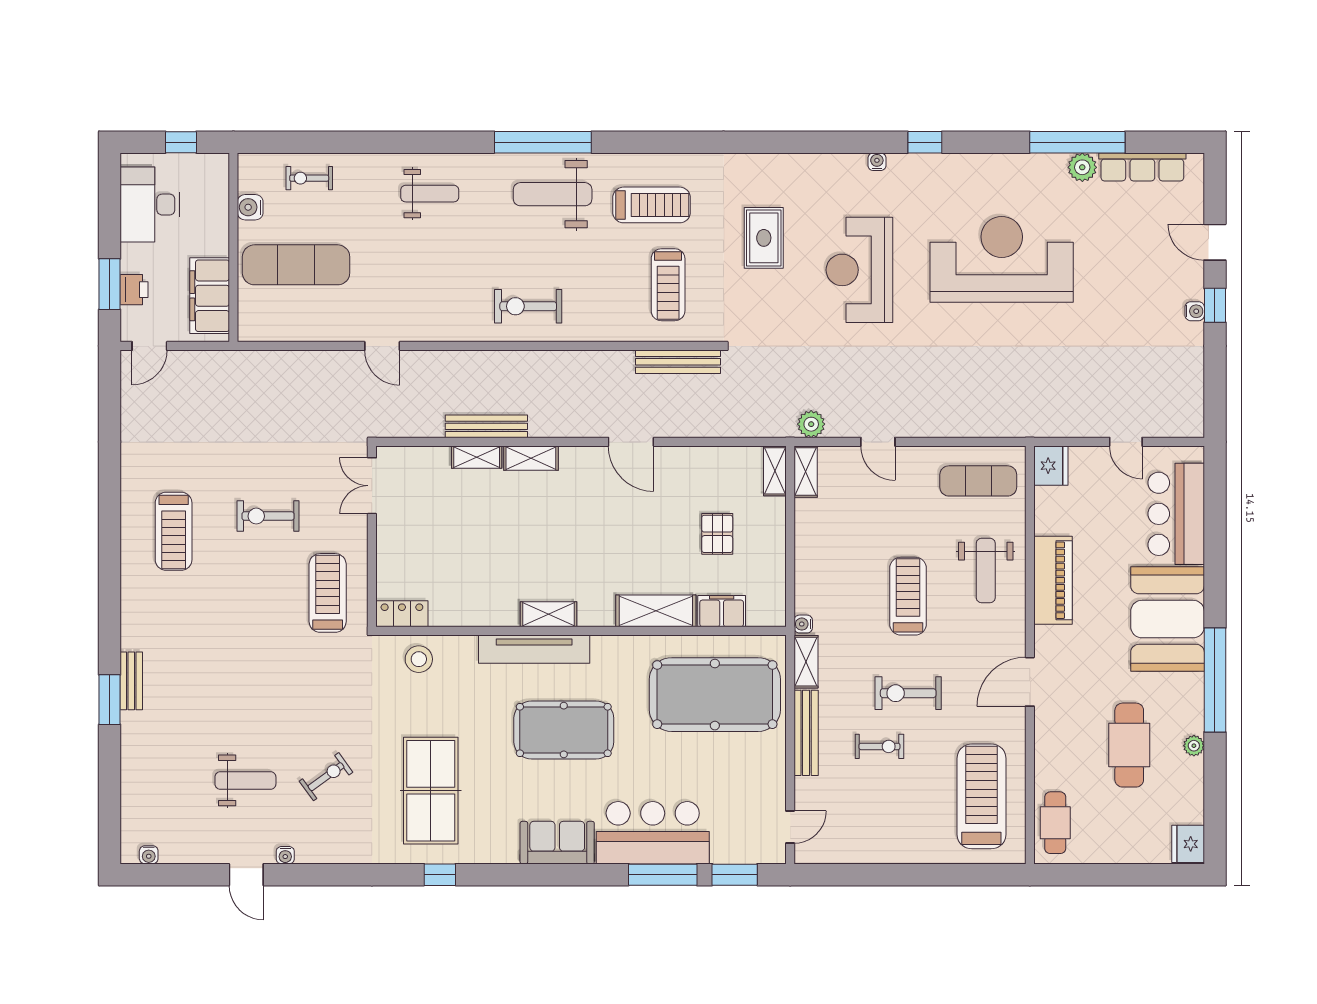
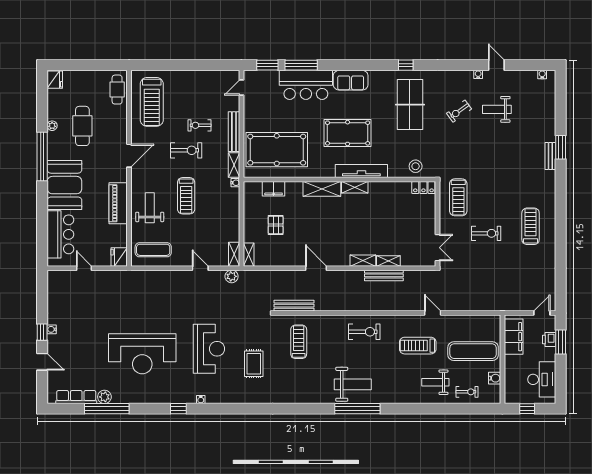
weight bench: (430, 194) -> (435, 382), moved
treadmill: (652, 205) -> (418, 346), moved
shelving: (656, 611) -> (322, 189), moved

